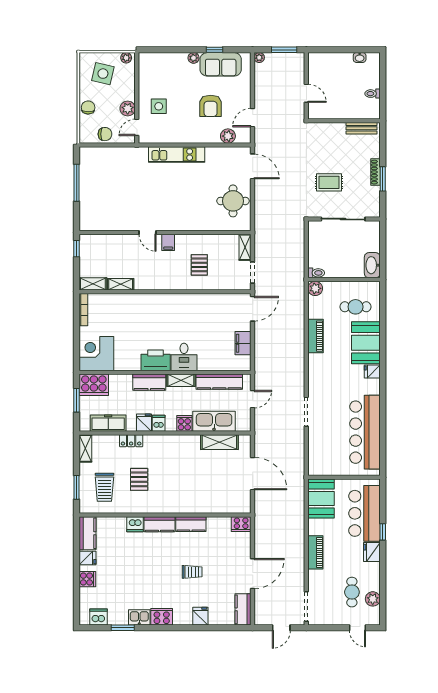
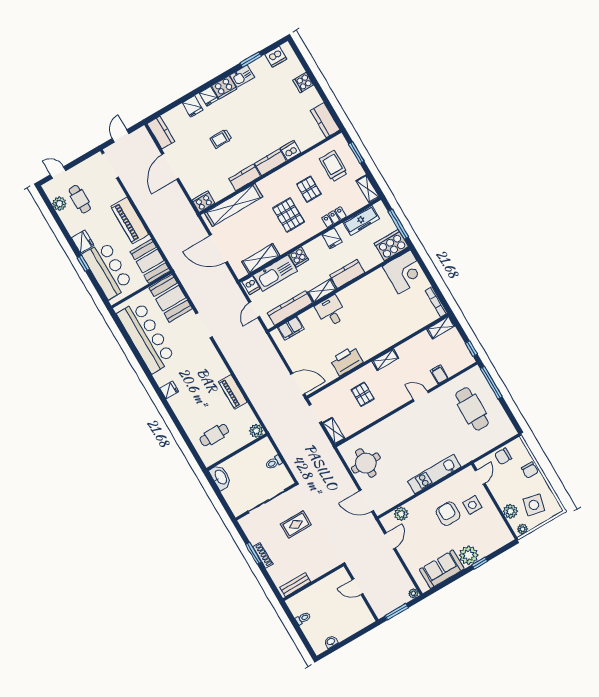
window: (215, 50) -> (480, 563), moved
plant: (194, 58) -> (469, 555), width x1.88, depth x1.88
armchair: (211, 106) -> (448, 514), moved
plant: (128, 108) -> (510, 511), moved
window: (77, 183) -> (491, 383), moved
cafe table: (108, 194) -> (472, 409), added
filing cabinet: (168, 242) -> (439, 374), moved
toilet: (316, 273) -> (274, 463), moved
shelving: (121, 284) -> (385, 360), moved
door: (253, 309) -> (298, 384), swing flipped
filing cabinet: (243, 343) -> (291, 328), moved, turned 90
booth: (366, 343) -> (171, 298), moved
printer: (156, 360) -> (347, 361), moved, turned 180
window: (77, 400) -> (398, 224), width x1.44
dishwasher: (159, 423) -> (251, 285), moved
pallet: (171, 467) -> (288, 215), added
shelving: (216, 505) -> (234, 205), added
piano: (315, 552) -> (130, 220), width x1.37, depth x1.33
fridge: (87, 558) -> (209, 96), moved, turned -90

